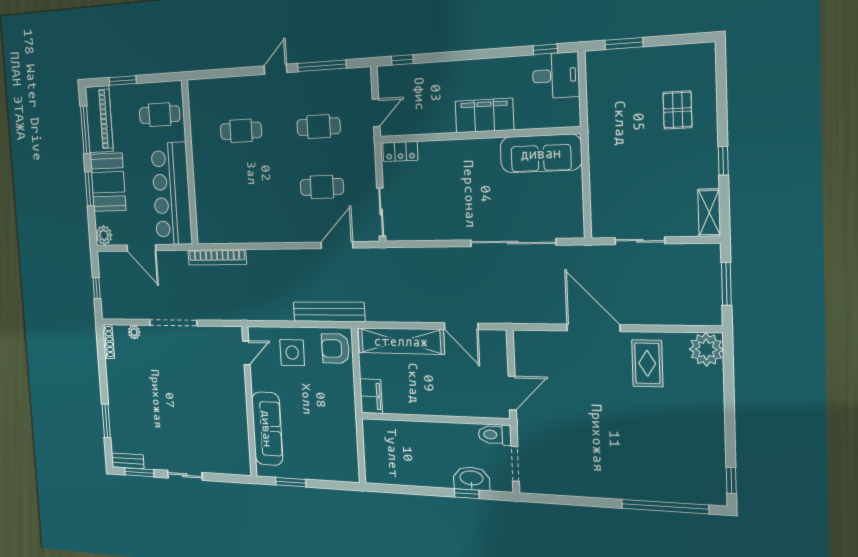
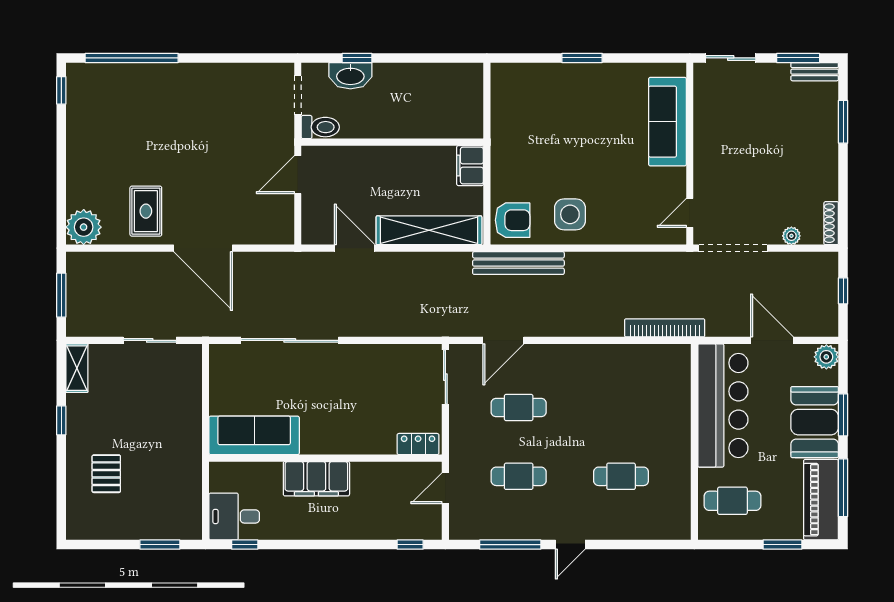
door: (246, 353) -> (690, 213), moved
wall: (249, 402) -> (690, 154), moved
sofa: (267, 429) -> (667, 122), moved

